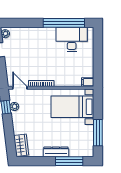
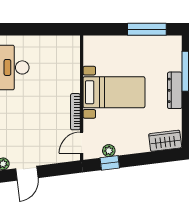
filing cabinet: (88, 82) -> (74, 44), removed
bed with nightstands: (72, 107) -> (114, 92), moved, turned -90

